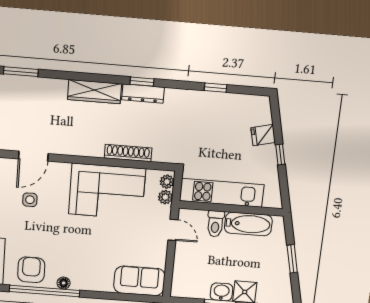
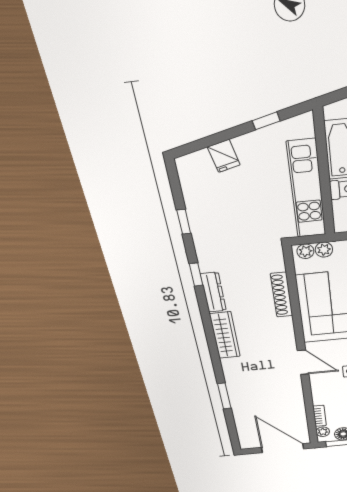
window: (142, 82) -> (196, 275), moved
window: (280, 155) -> (266, 121), moved
door: (33, 156) -> (303, 362), moved

